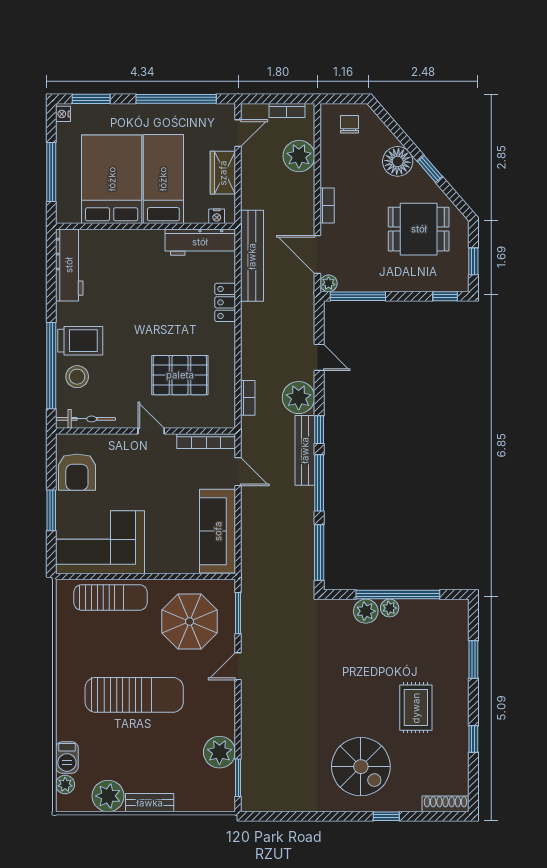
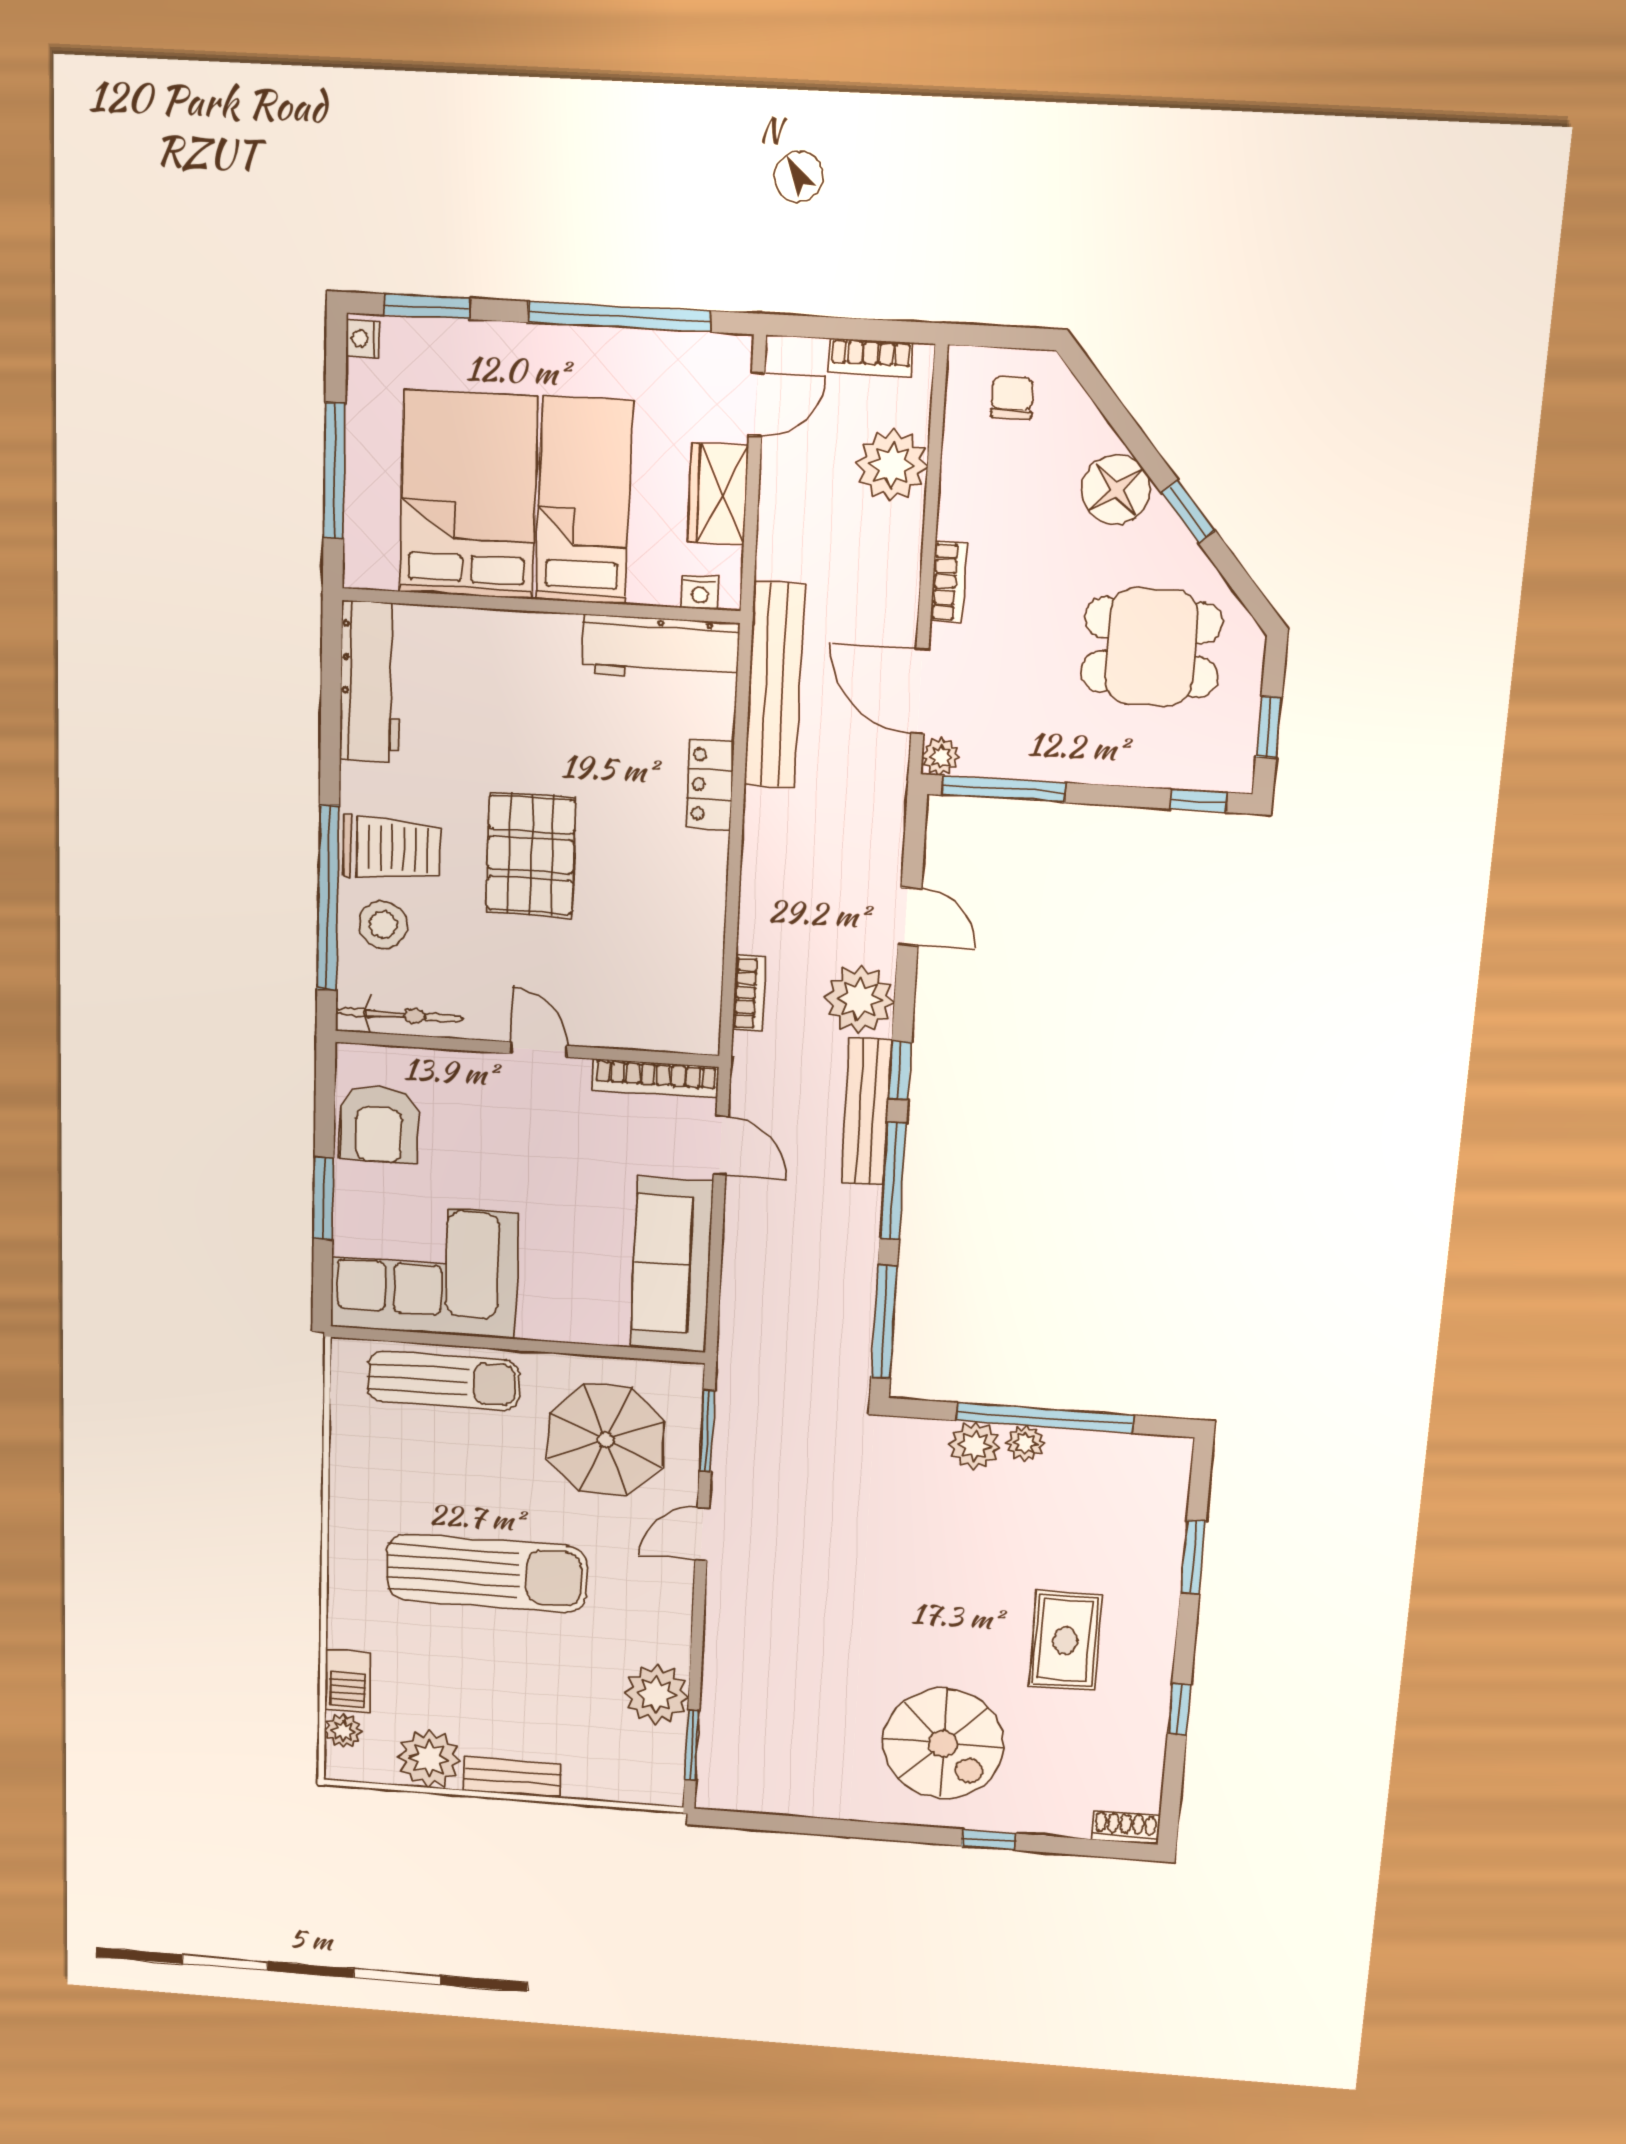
pallet: (180, 375) -> (531, 855), moved, turned 90
shoe rack: (446, 804) -> (1125, 1827), width x0.70

